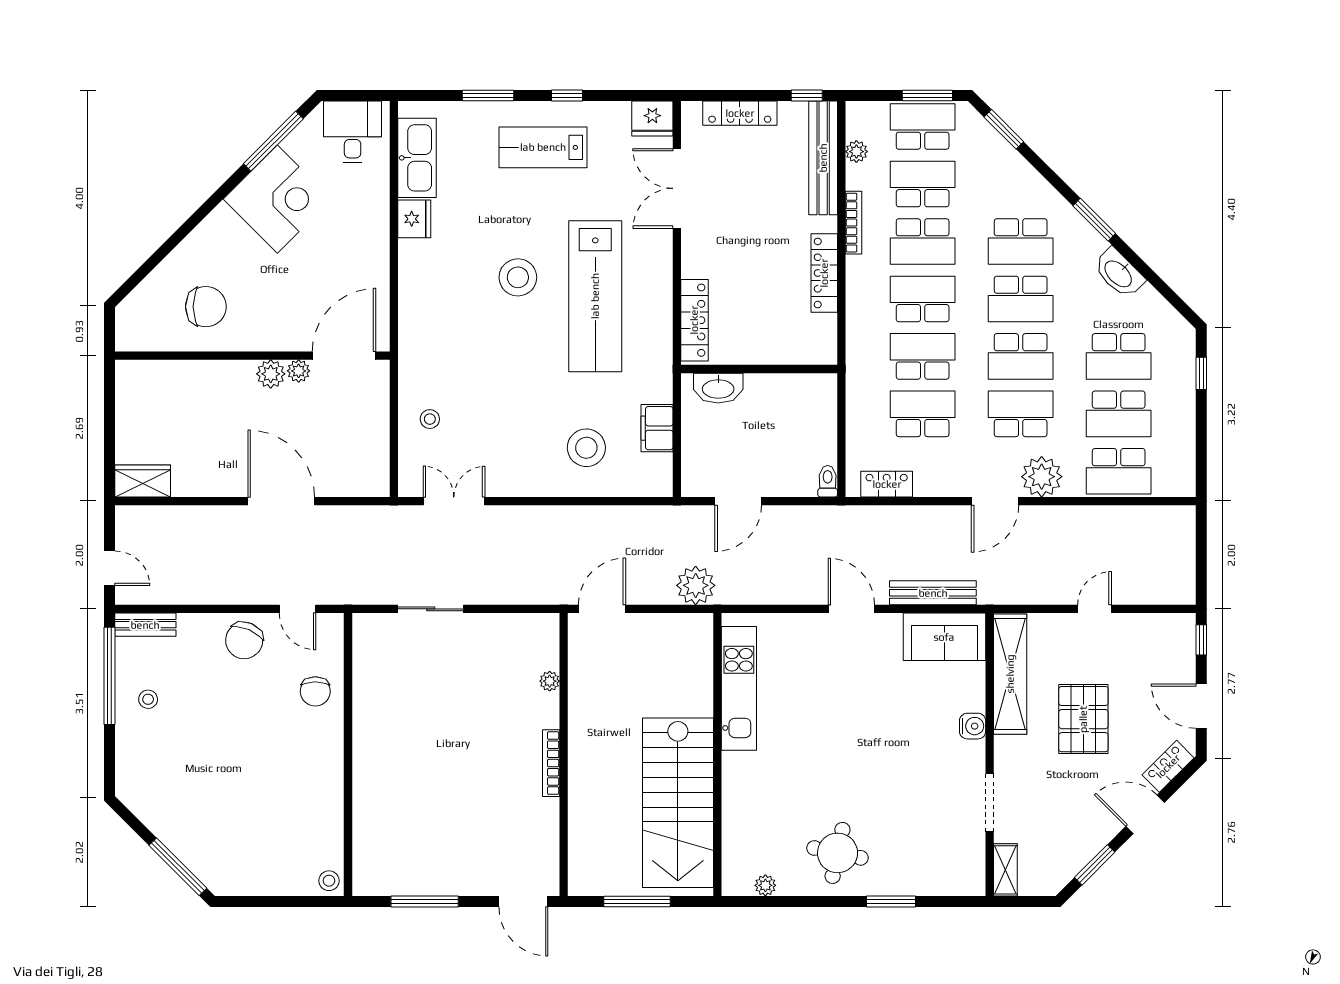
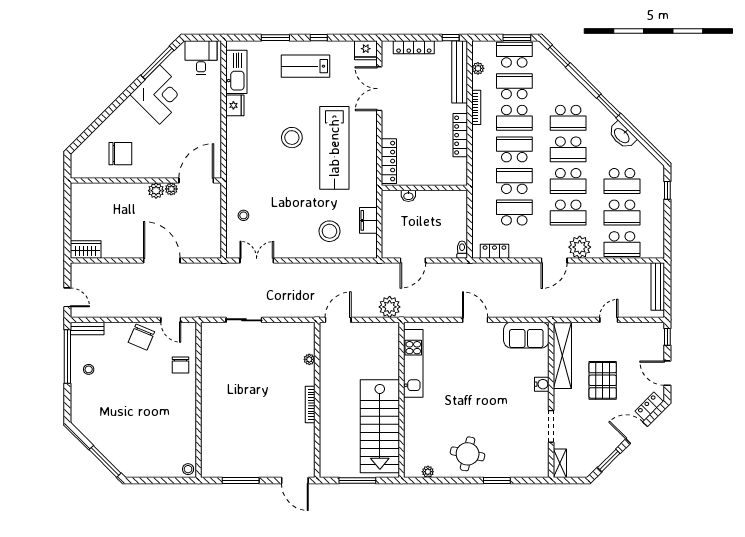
washbasin: (718, 388) -> (408, 196), width x0.52, depth x0.69
school desk: (1021, 414) -> (568, 213), turned 180
bench: (933, 593) -> (658, 287), moved, turned 90

